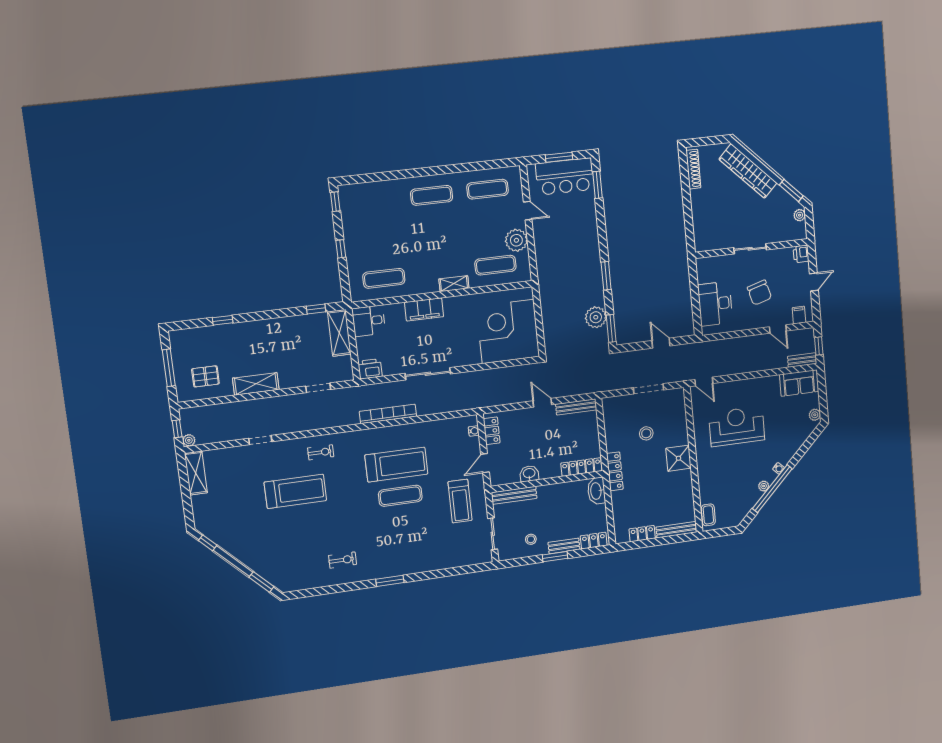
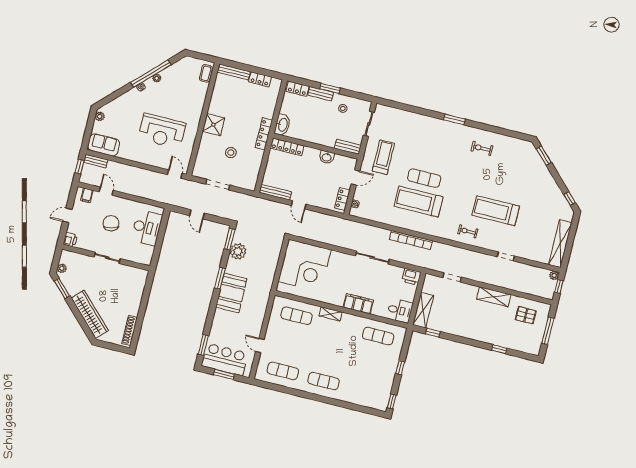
plant: (516, 240) -> (275, 328), removed
booth: (586, 263) -> (231, 293), added
shelving: (196, 473) -> (560, 244), width x1.47
bench: (514, 495) -> (348, 147), width x0.73

